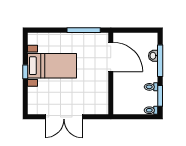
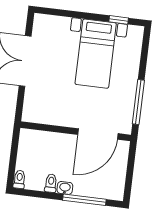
washbasin: (153, 56) -> (65, 188), moved
window: (25, 72) -> (119, 20), moved
window: (160, 96) -> (37, 194), removed

